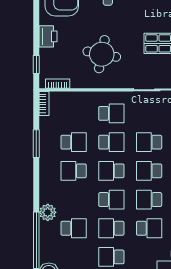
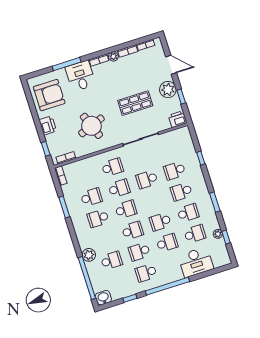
round table: (102, 54) -> (91, 126), turned -32
school desk: (111, 171) -> (126, 209), turned 180
school desk: (149, 171) -> (154, 201), removed

